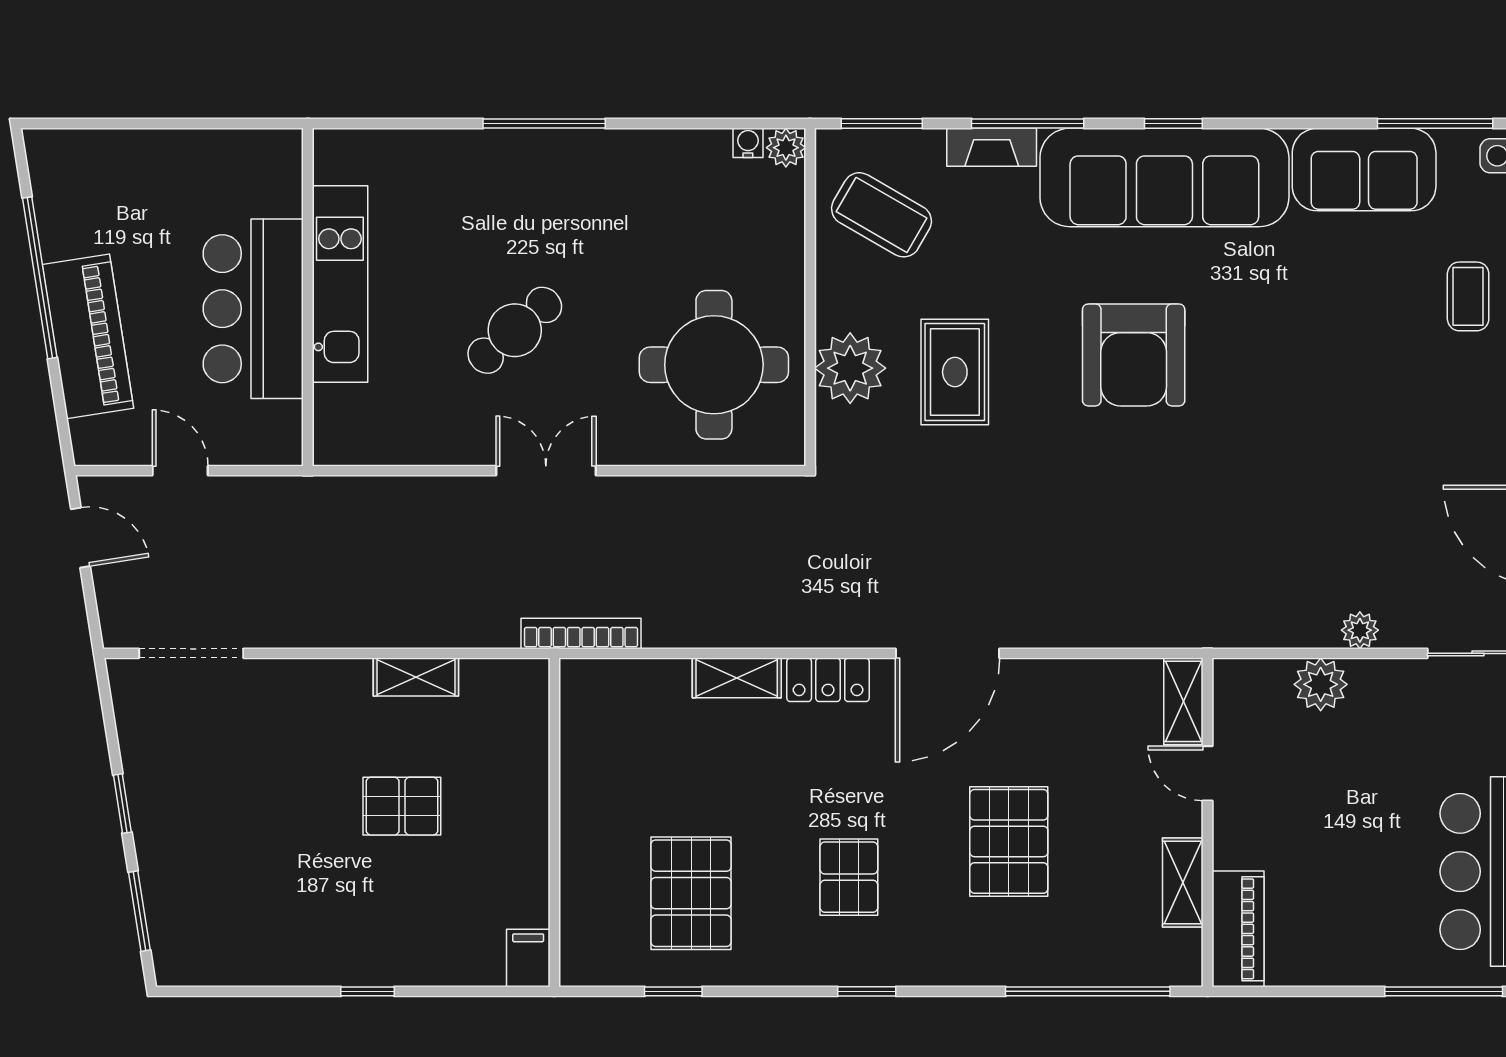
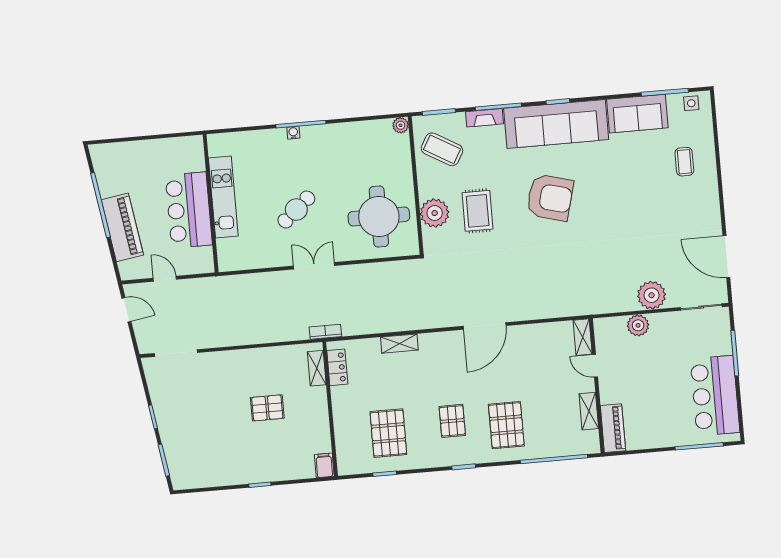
water cooler: (748, 143) -> (293, 133), moved
armchair: (1134, 355) -> (550, 198), turned -75
plant: (1360, 630) -> (652, 295), width x1.87, depth x1.87
bookcase: (581, 633) -> (325, 332), width x0.64
shelving: (416, 677) -> (317, 368), moved, turned 90
locker: (828, 680) -> (337, 367), moved, turned -90
pallet: (1009, 841) -> (506, 425), moved

